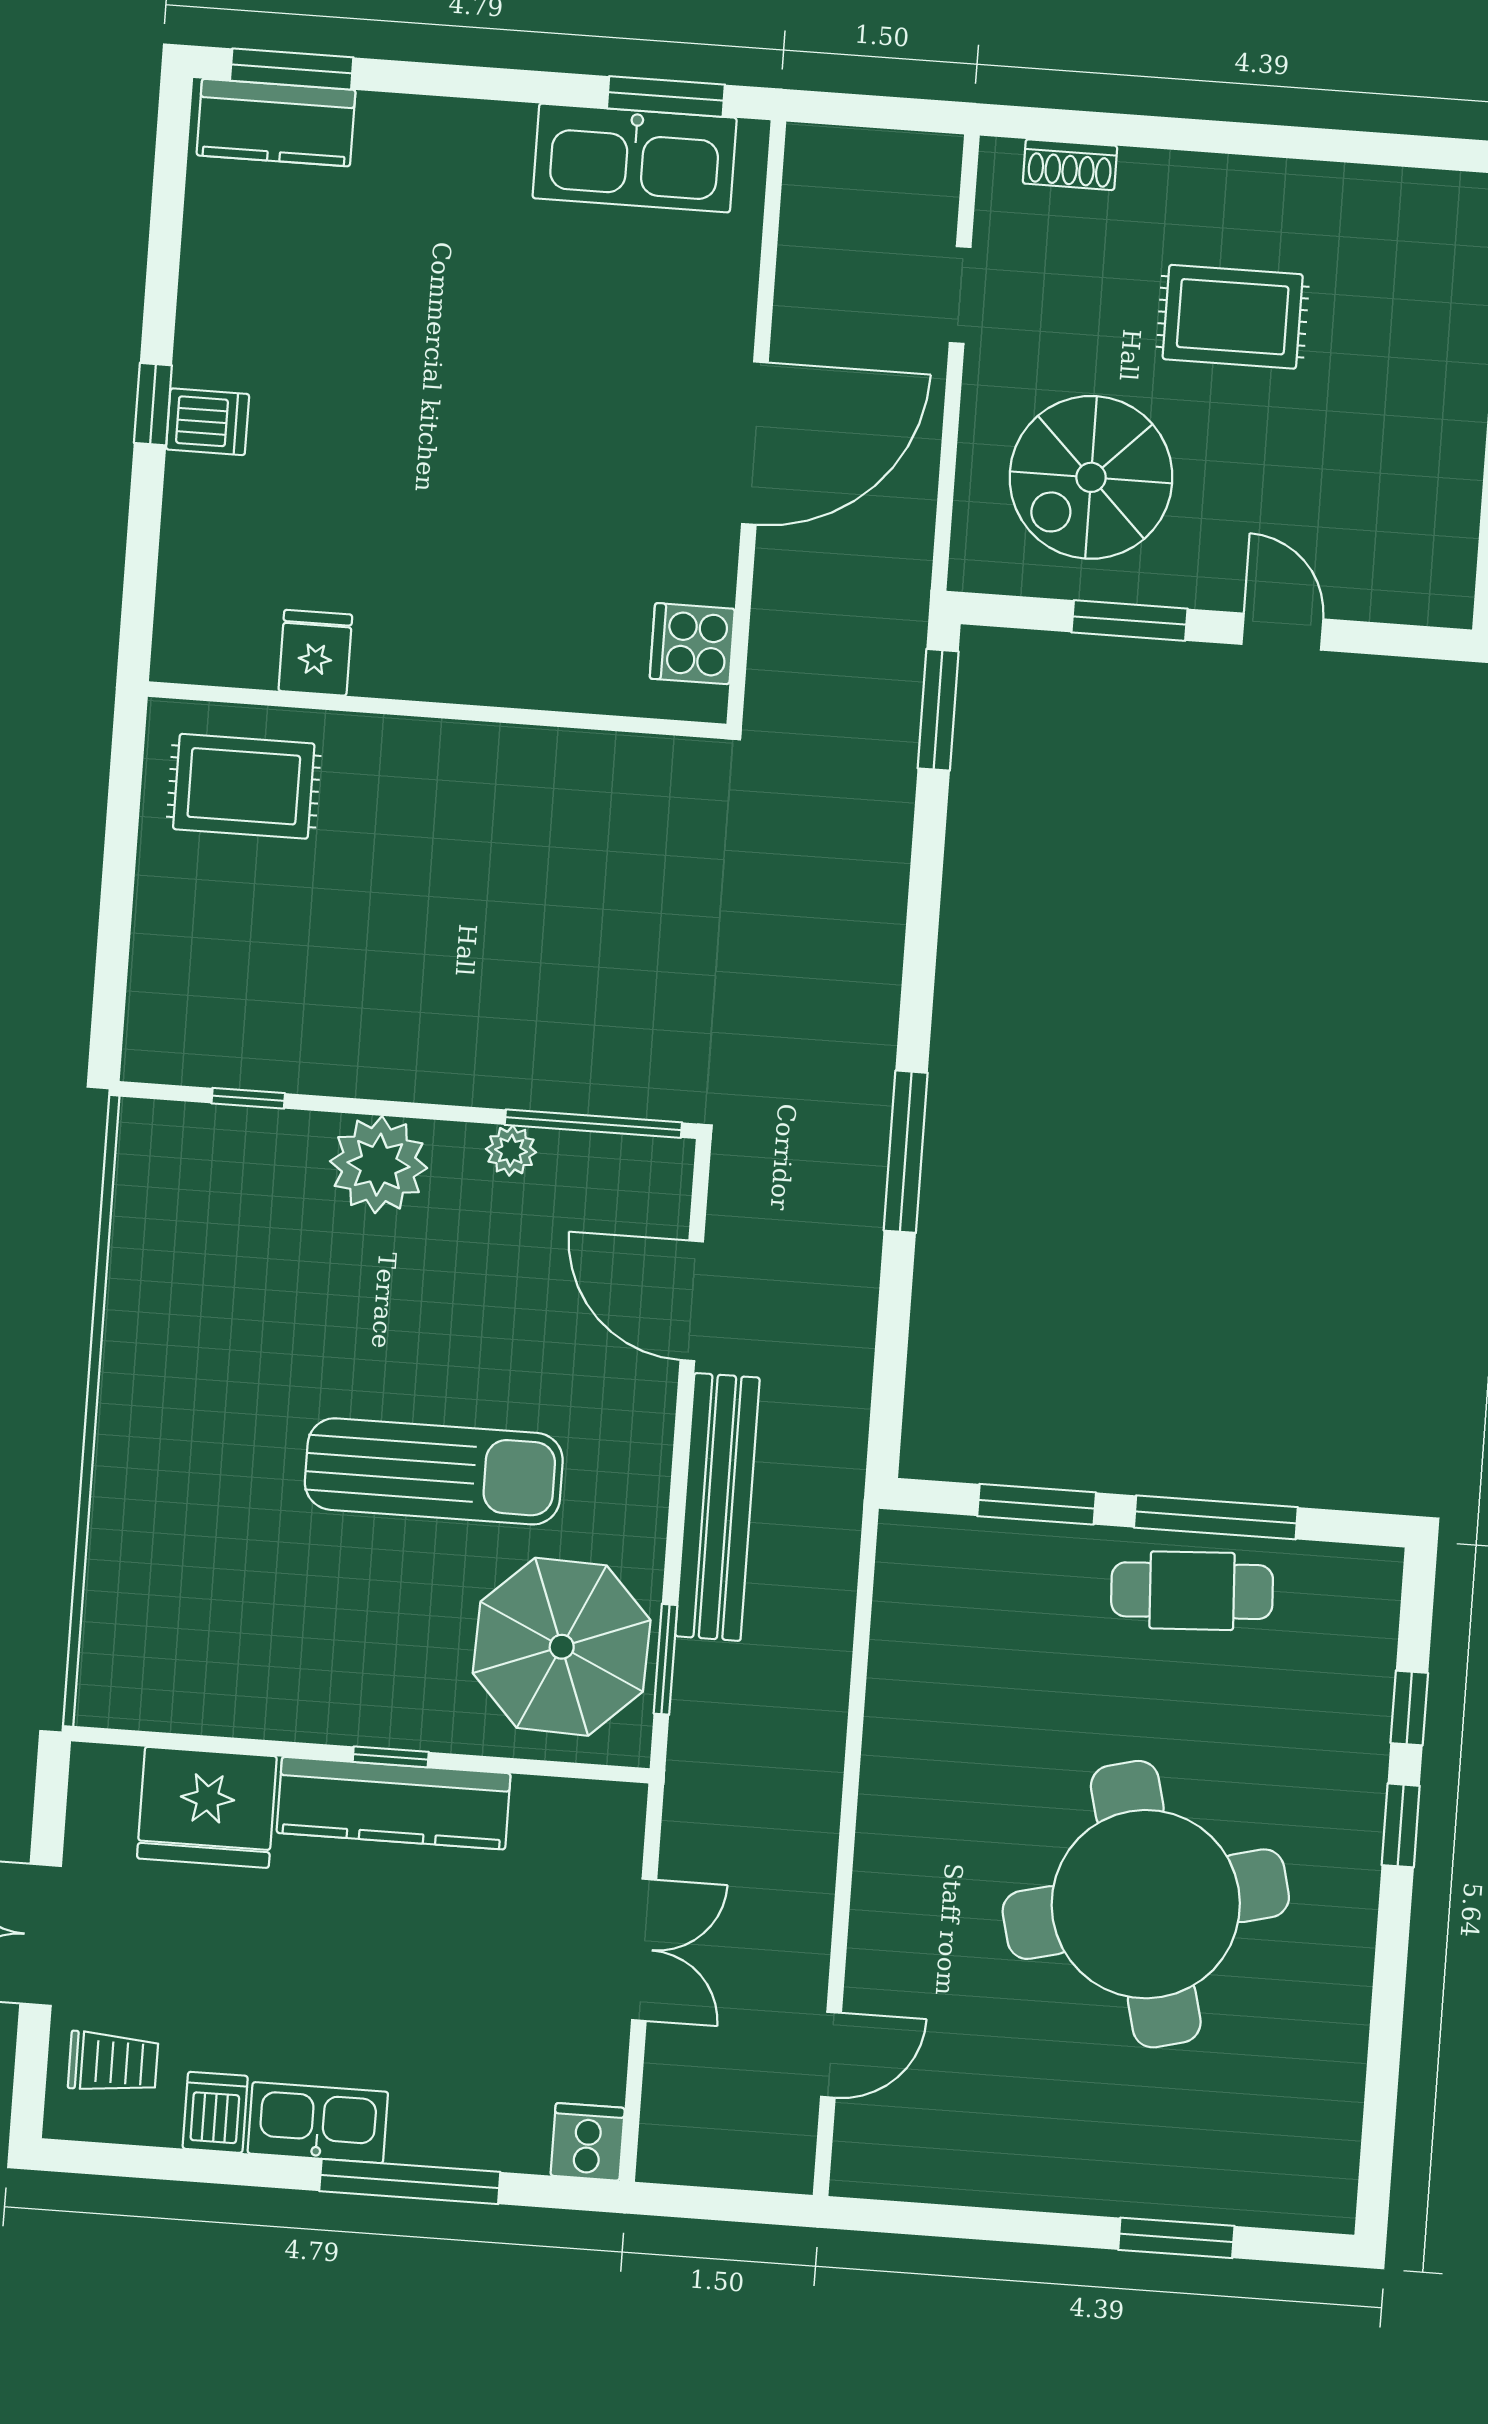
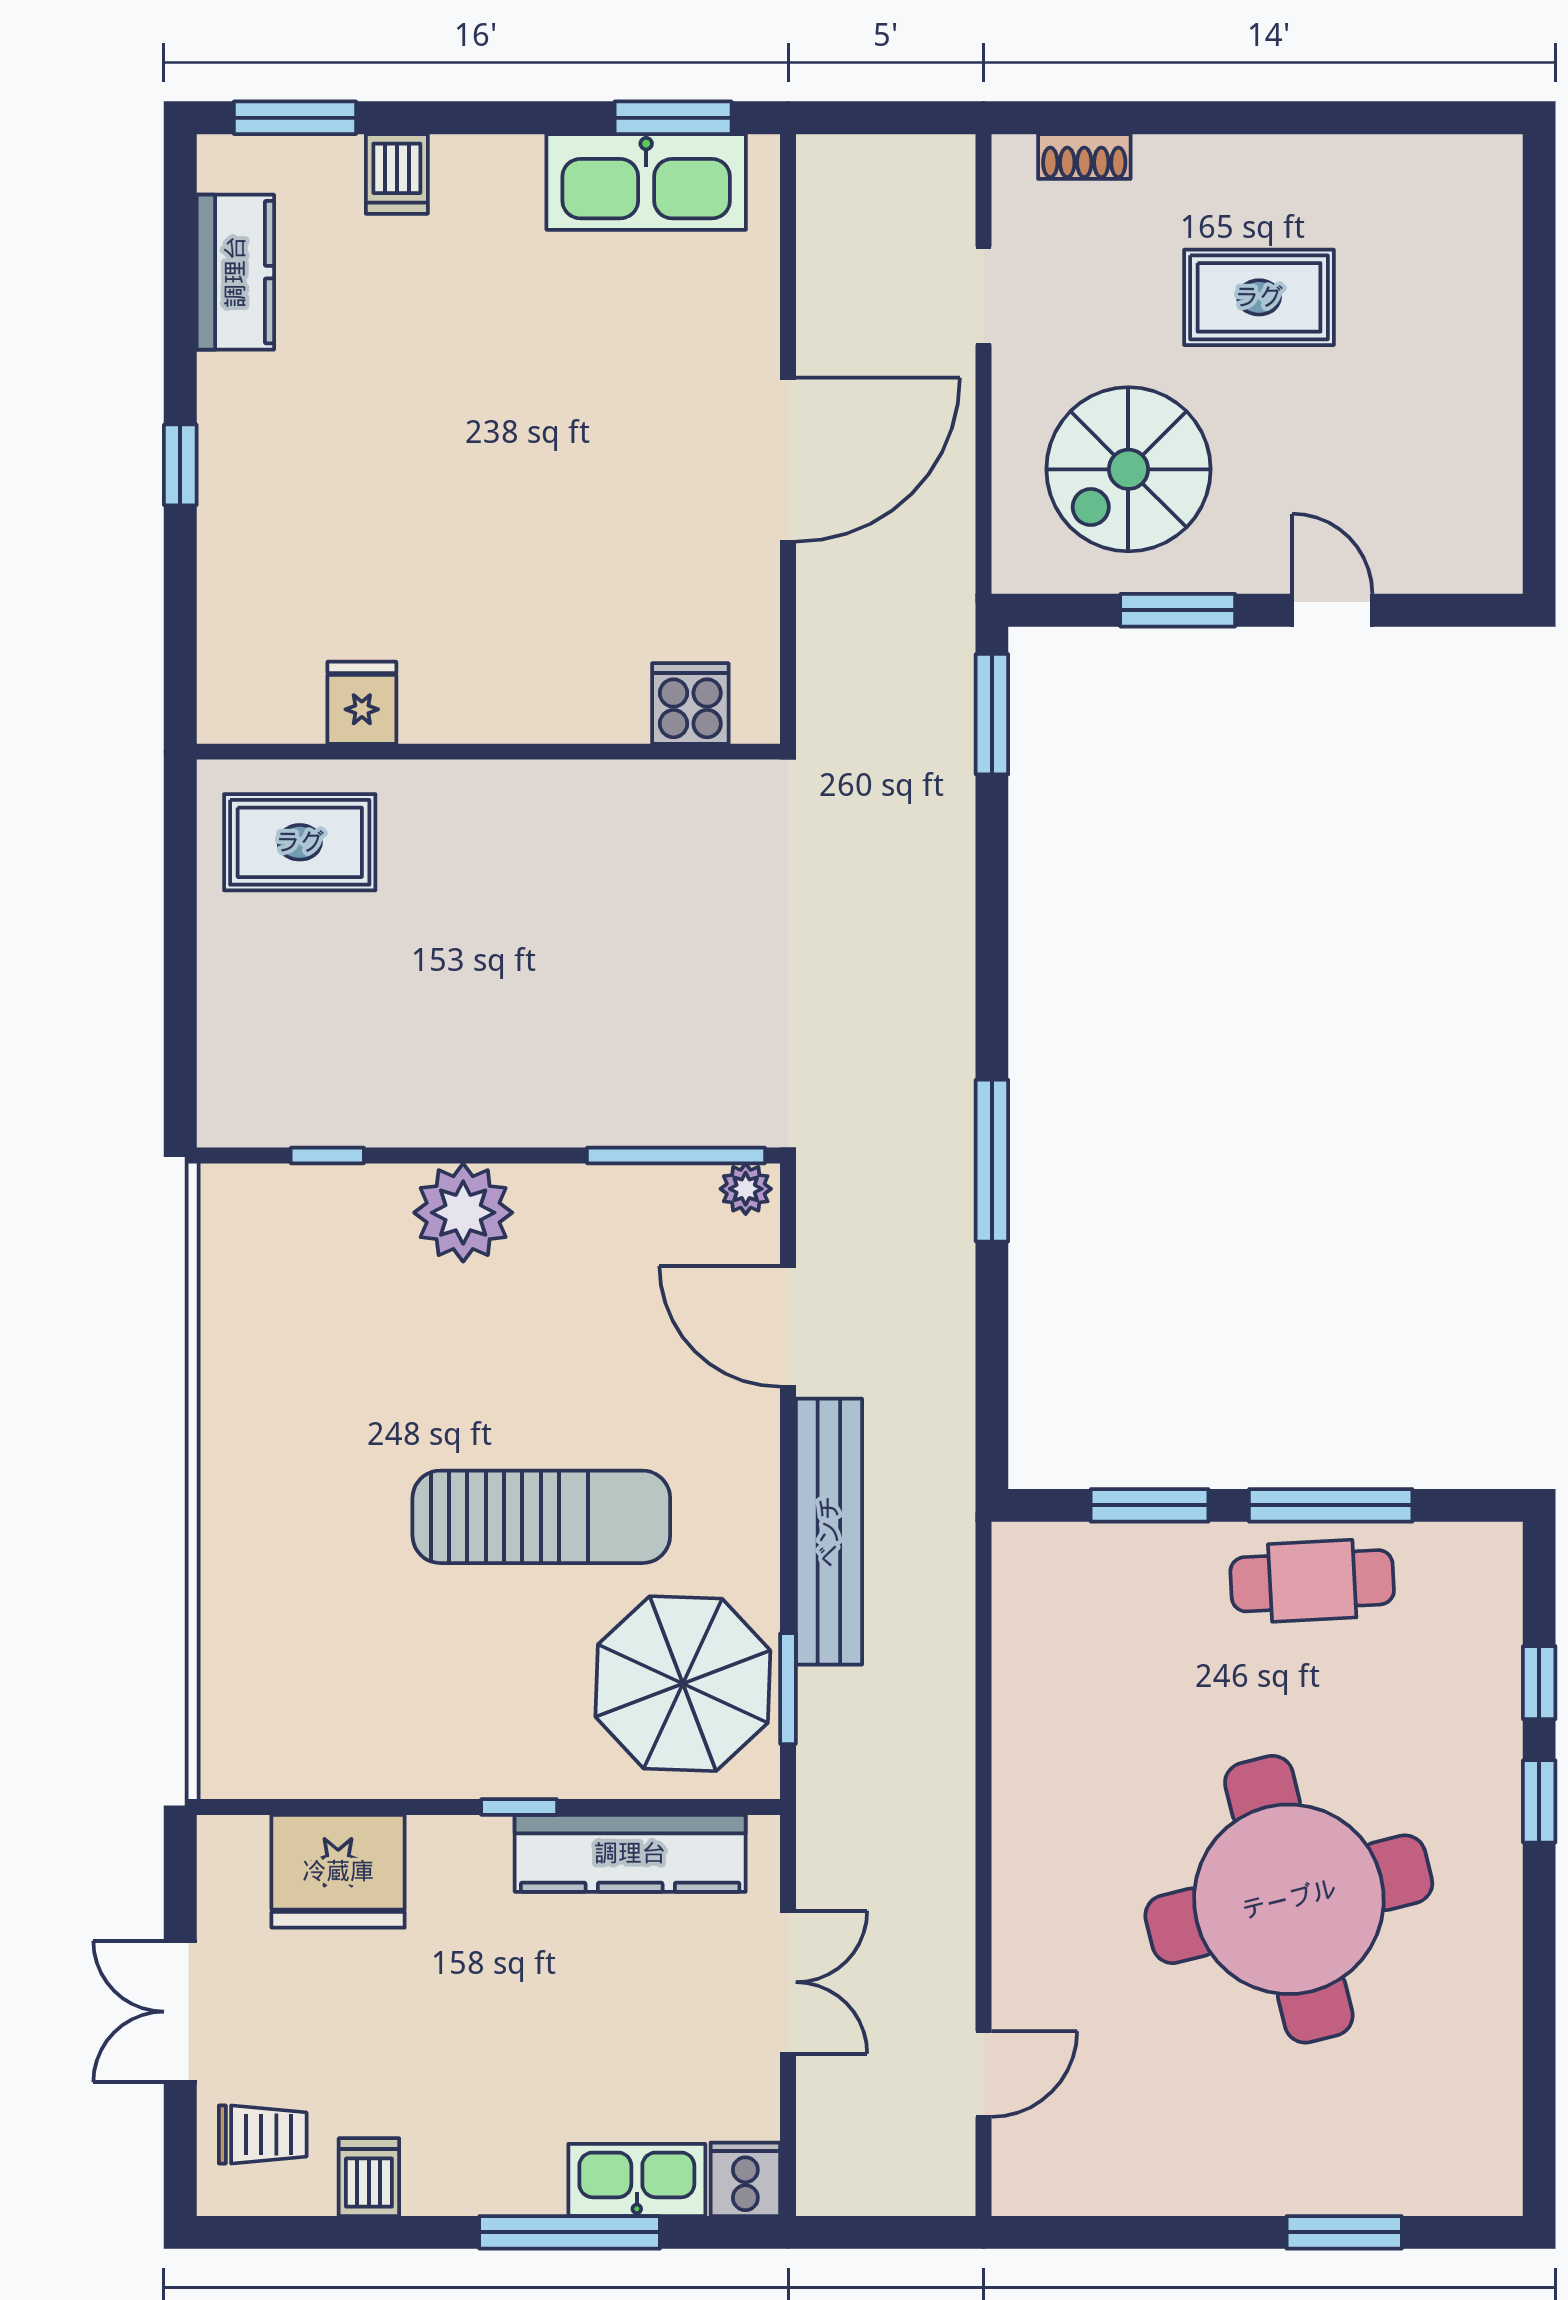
kitchen counter: (276, 123) -> (235, 272), moved, turned -90
dishwasher: (208, 422) -> (397, 174), moved, turned 90
cooker: (692, 644) -> (690, 703), moved, turned 90
plant: (511, 1151) -> (746, 1189), moved
kitchen counter: (394, 1803) -> (630, 1853), moved
kitchen sink: (318, 2123) -> (637, 2180), moved

